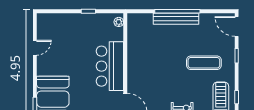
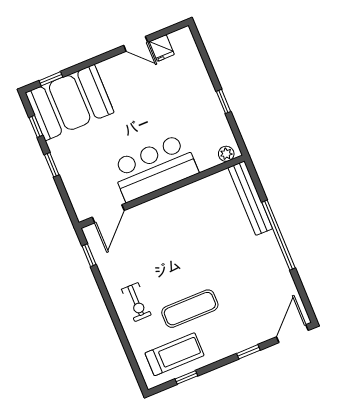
bench: (176, 19) -> (250, 198), moved
fridge: (43, 34) -> (162, 48), added
exercise mat: (204, 63) -> (190, 309), moved, turned 90

